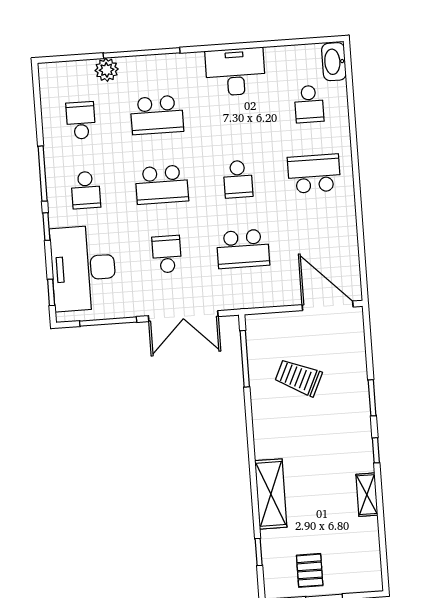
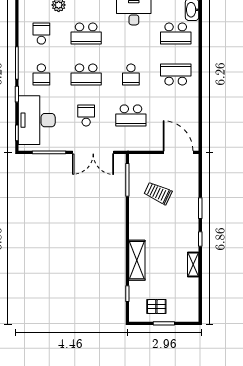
school desk: (309, 104) -> (176, 34), width x1.85
pallet: (310, 570) -> (156, 307), turned 90

